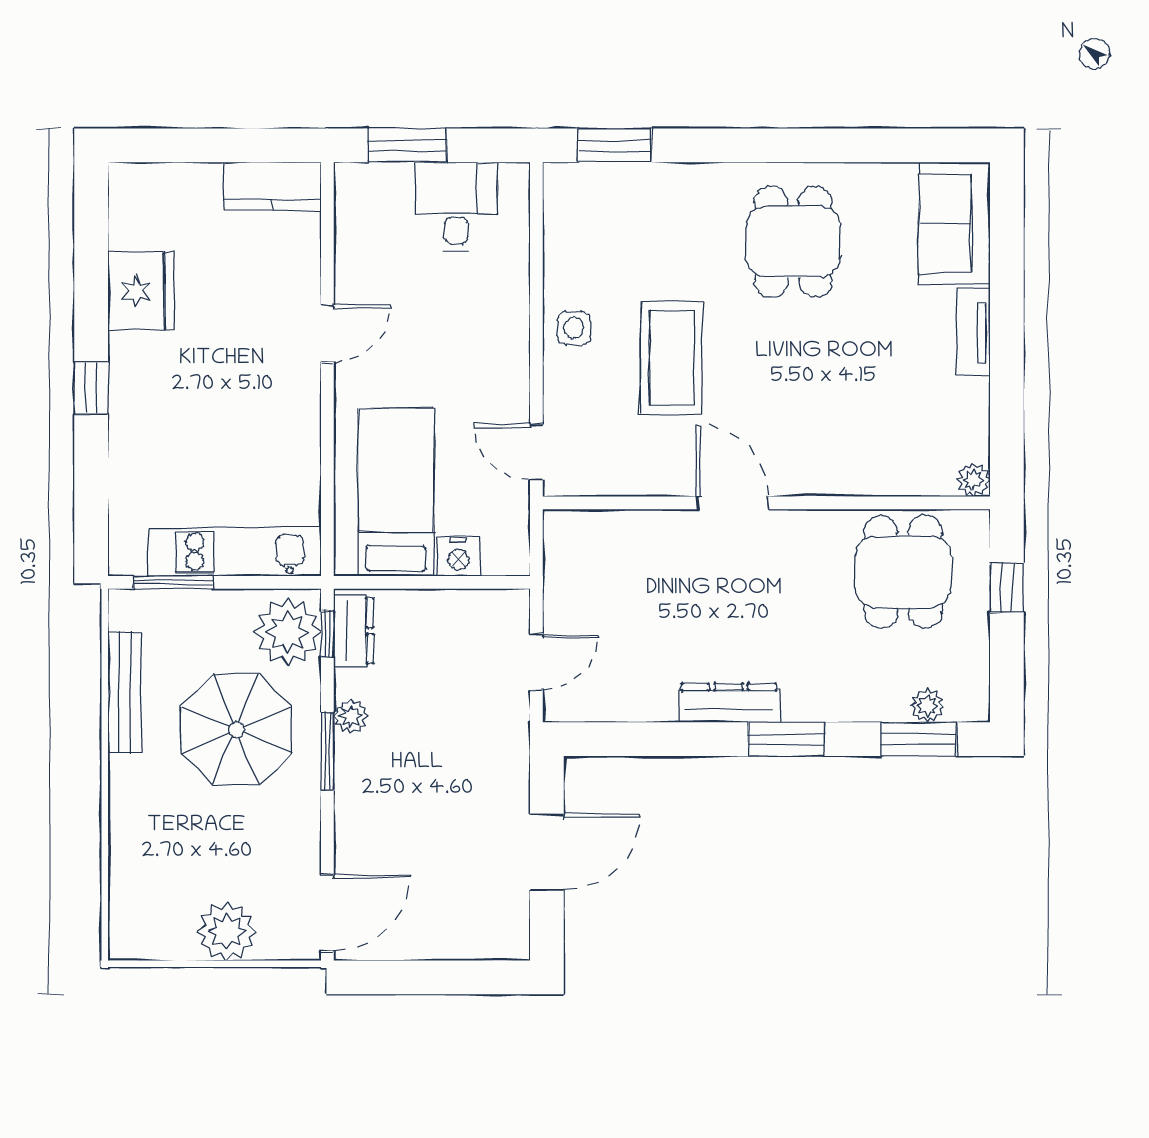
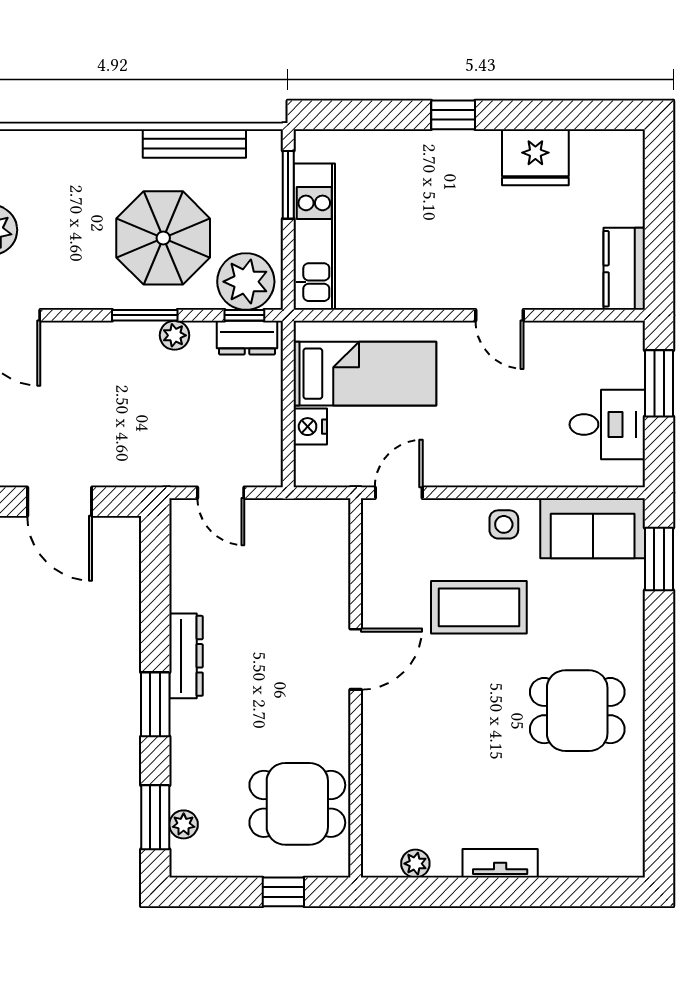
sofa: (954, 224) -> (593, 528), moved, turned 180
plant: (973, 480) -> (415, 864), moved

